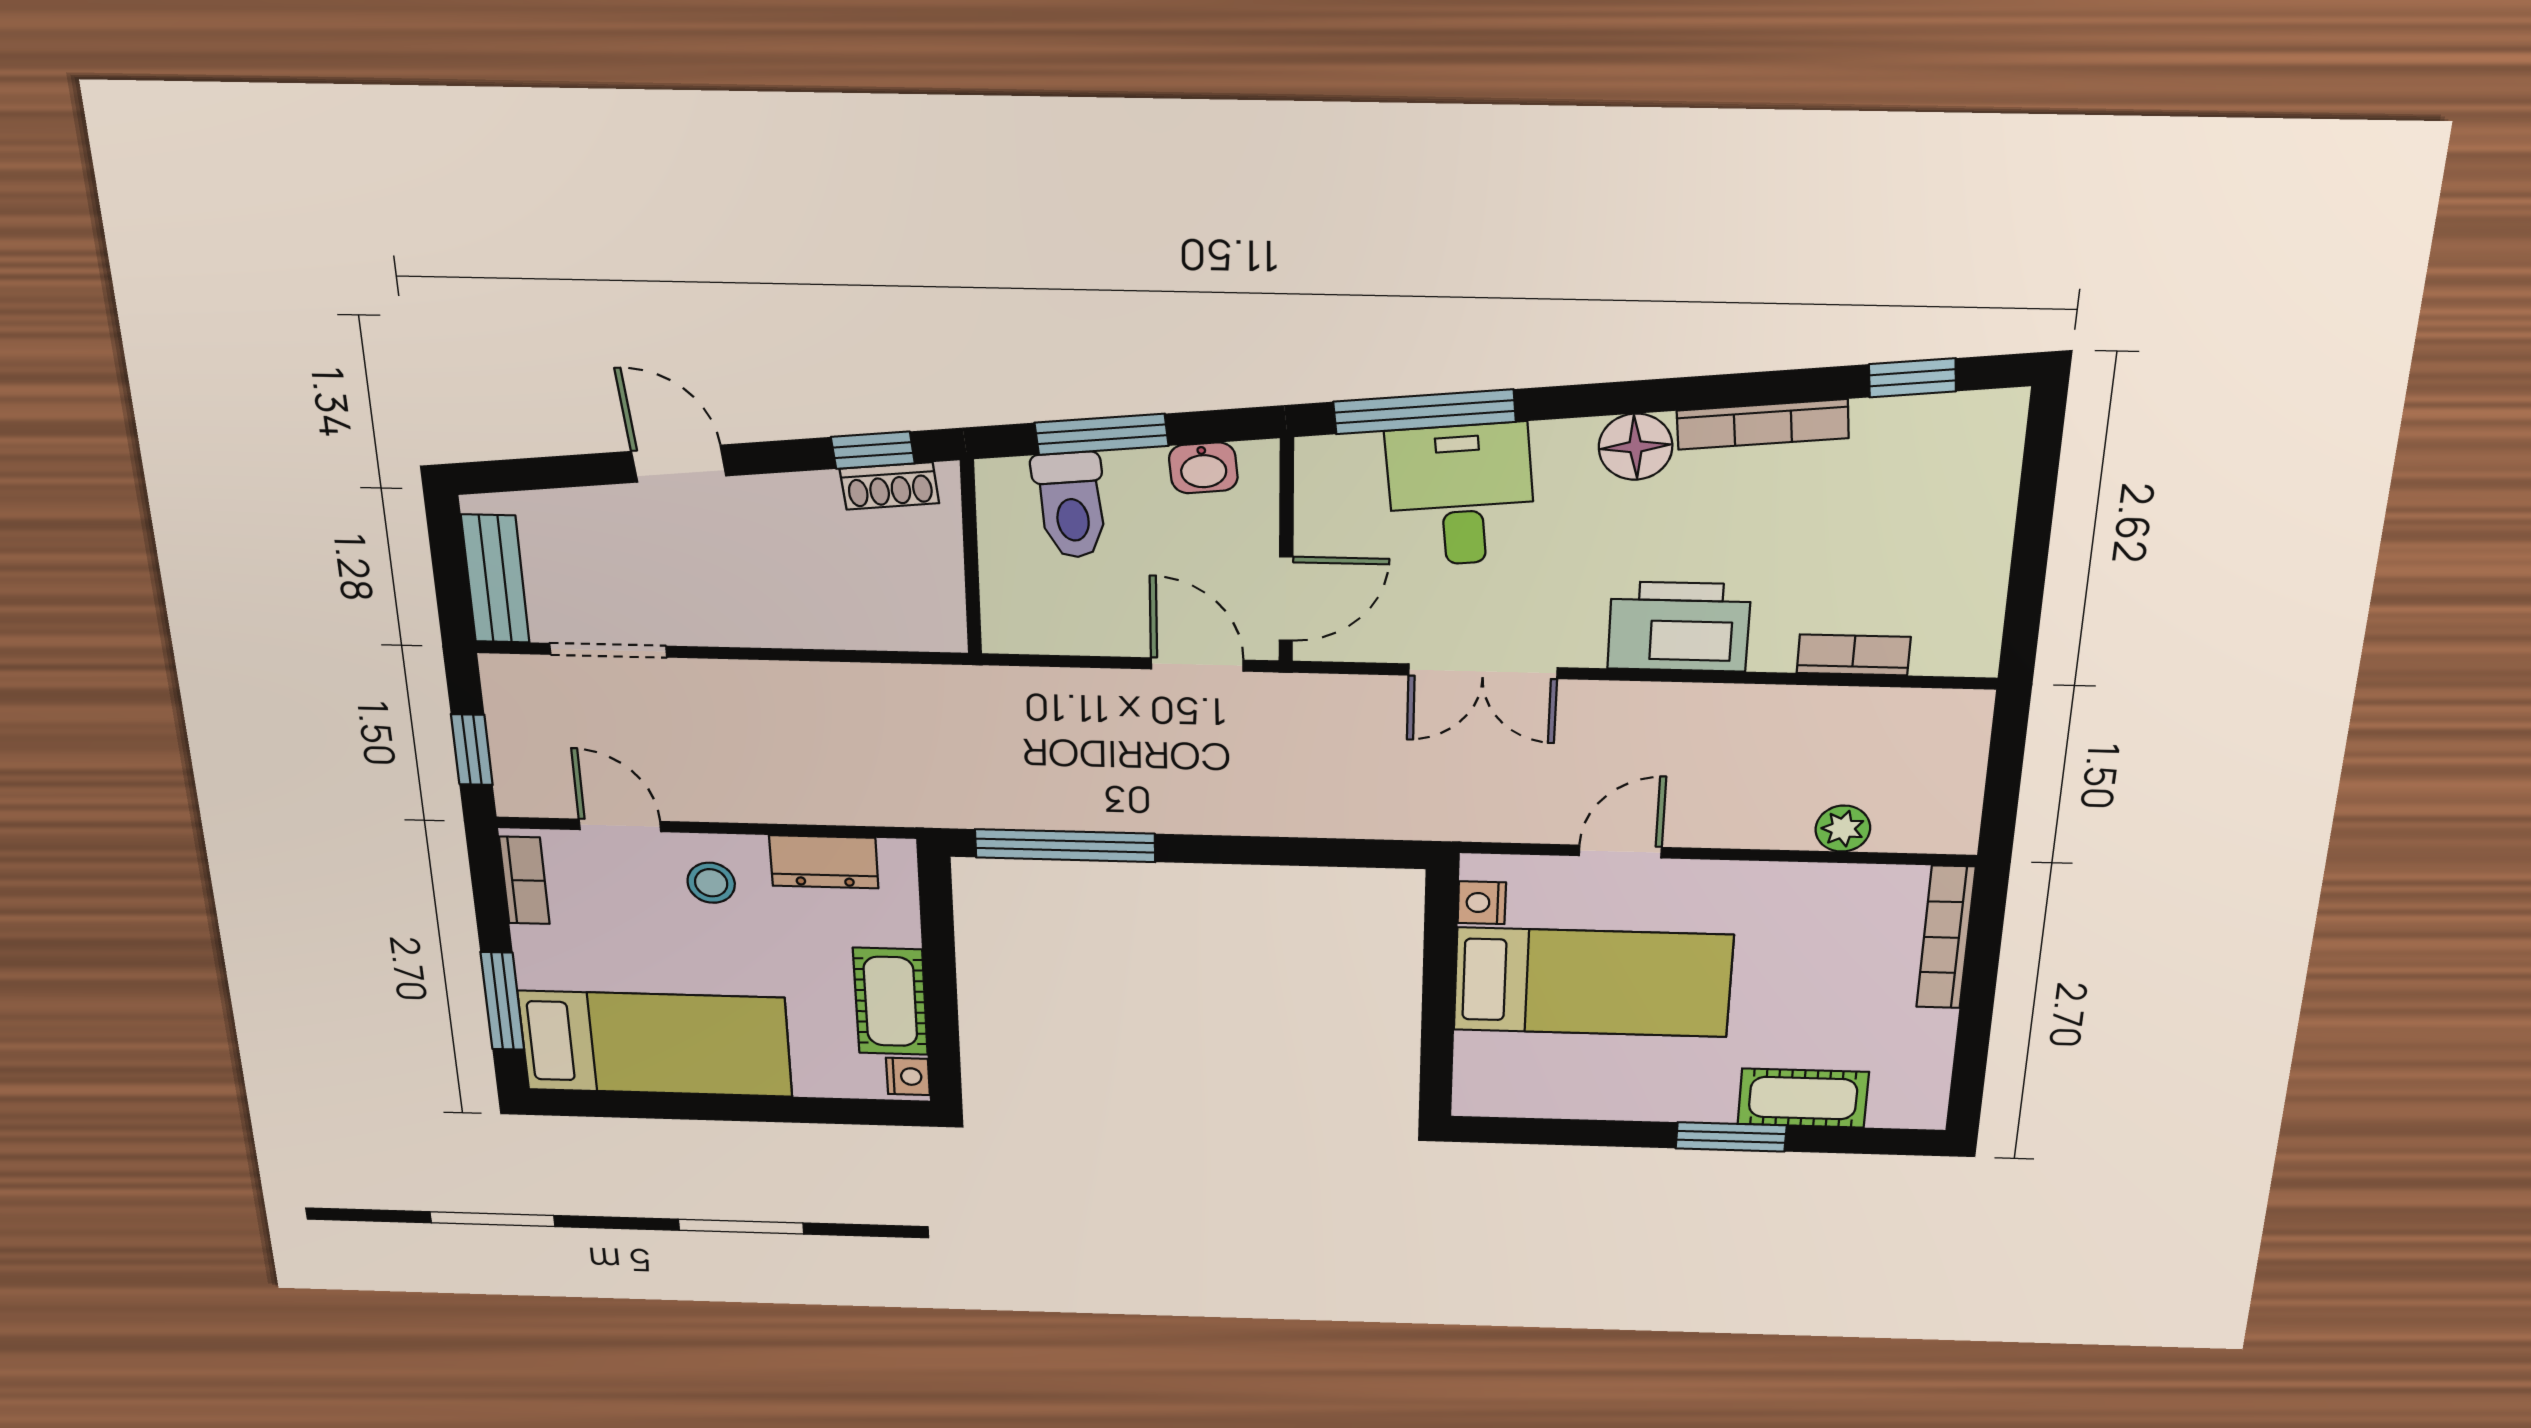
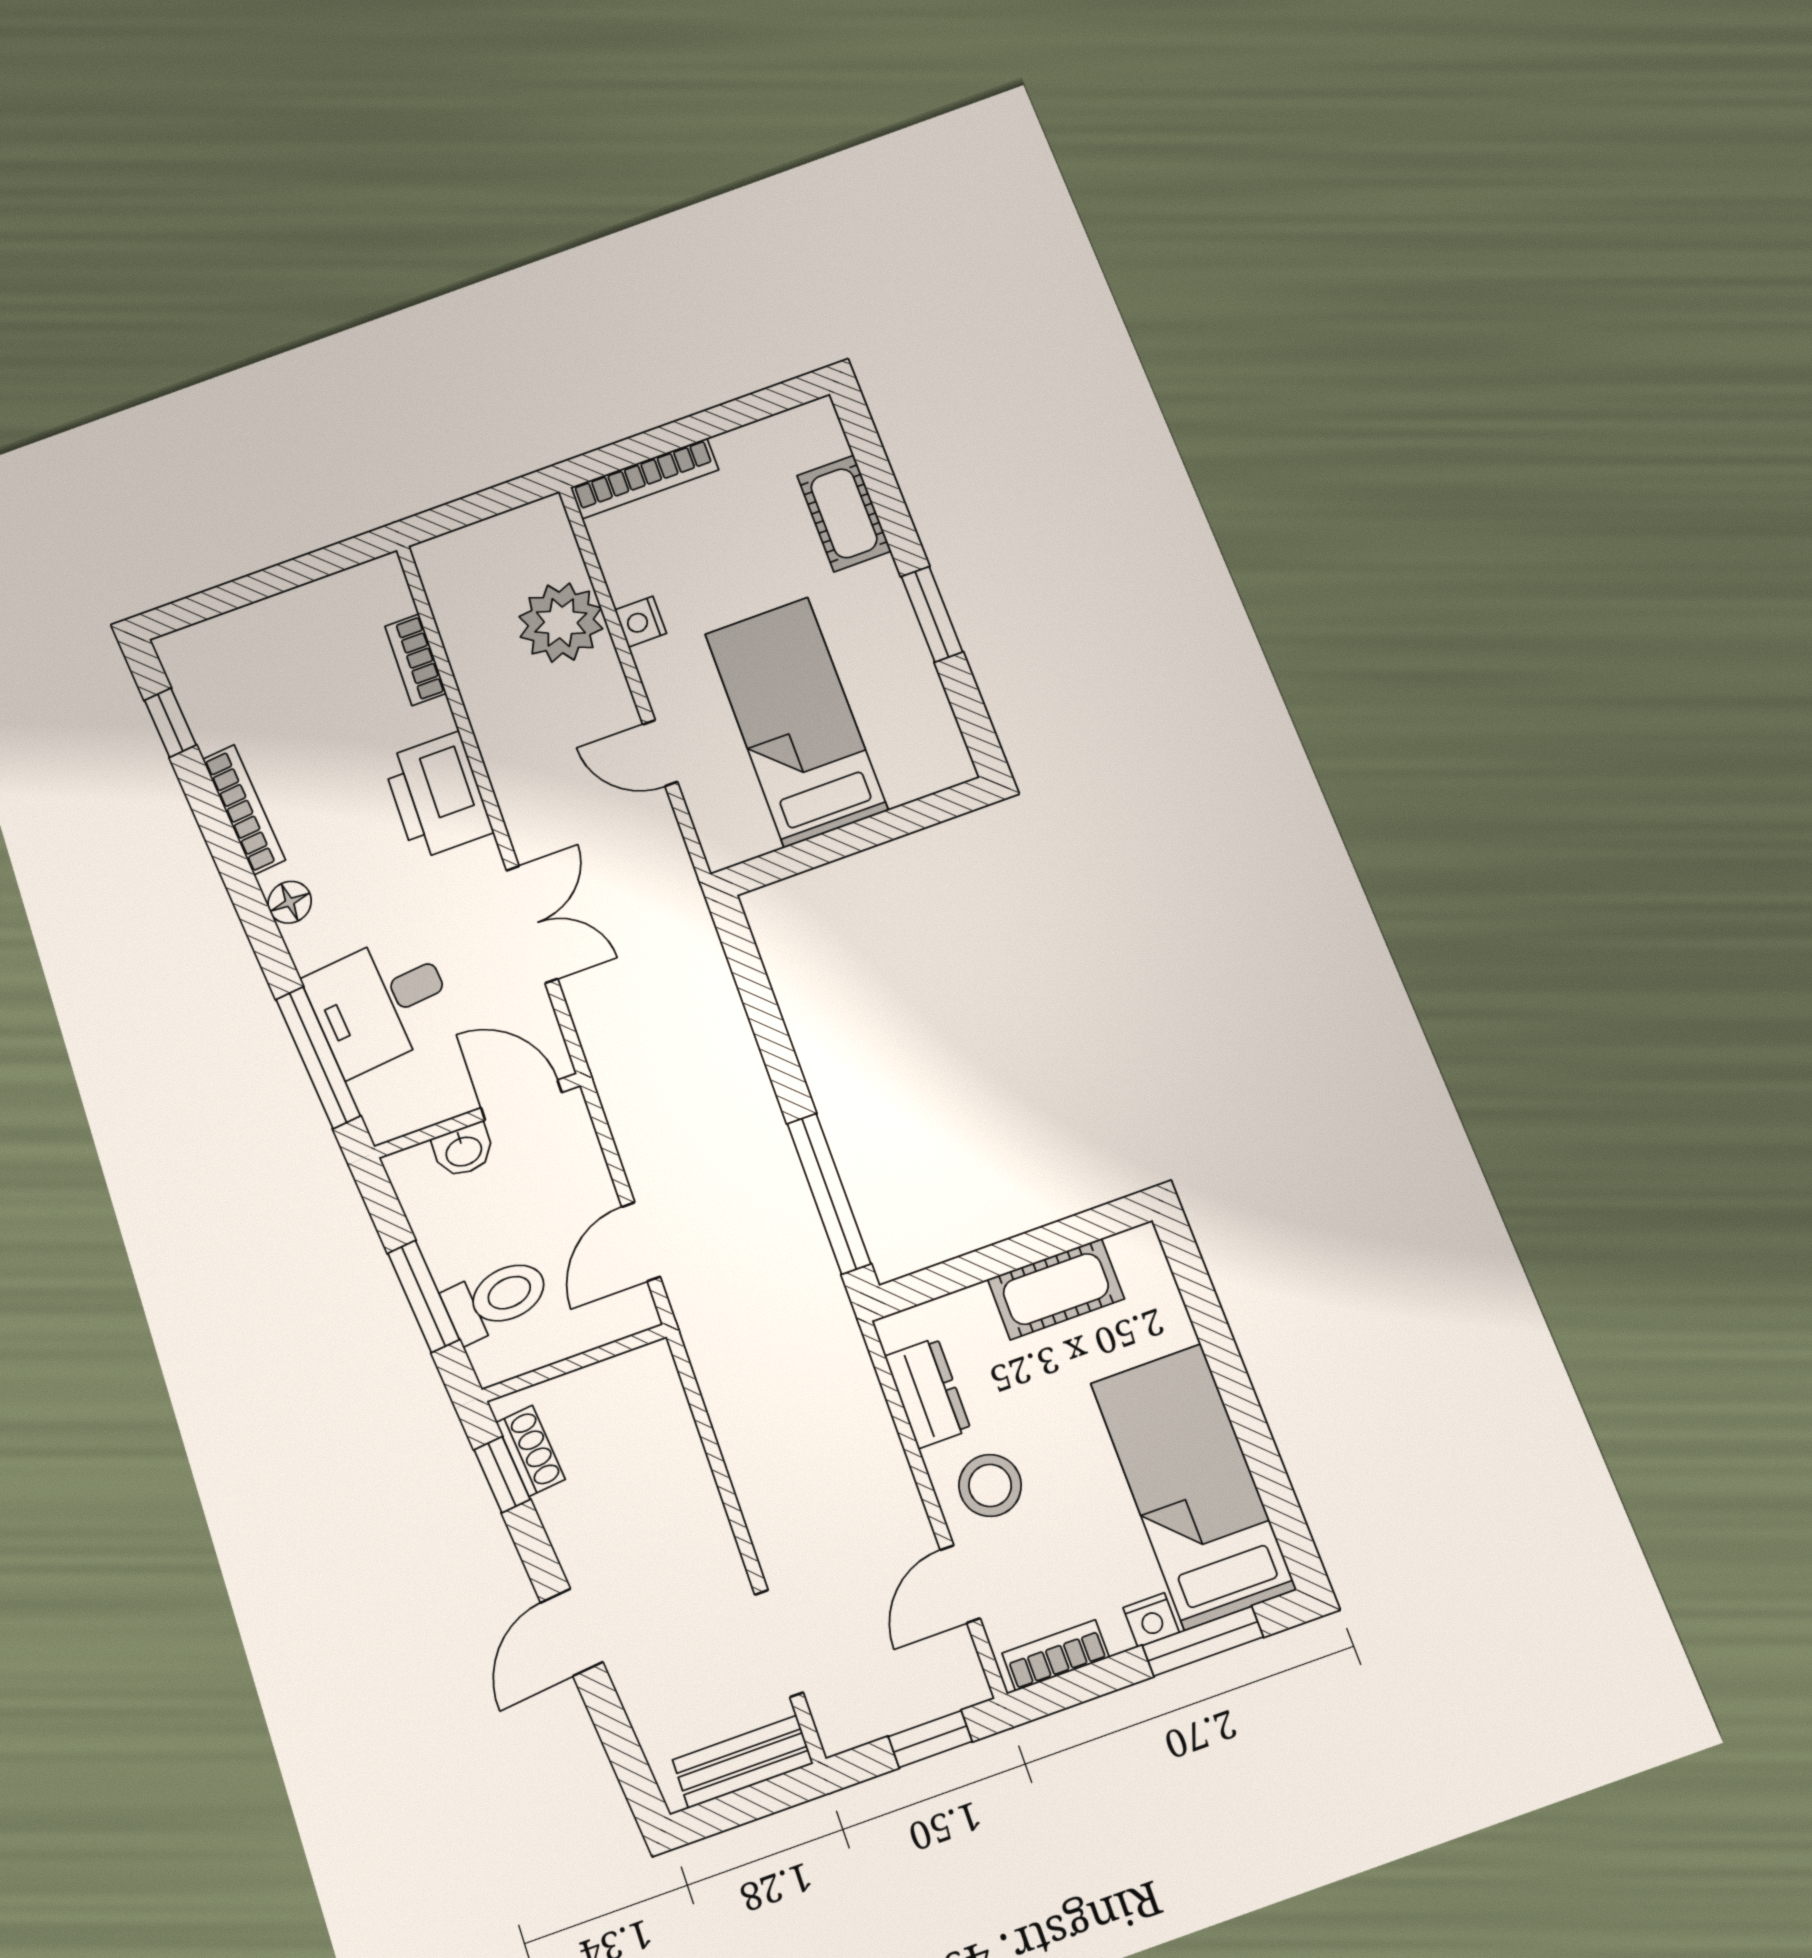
floor lamp: (1635, 447) -> (290, 902), width x0.73, depth x0.73
washbasin: (1203, 468) -> (463, 1150), moved, turned 96
door: (1197, 664) -> (641, 1242), moved
plant: (1843, 829) -> (561, 623), width x1.88, depth x1.88
stool: (711, 883) -> (990, 1485), width x1.37, depth x1.37
nightstand: (1482, 903) -> (641, 622), moved, turned 90
nightstand: (908, 1076) -> (1151, 1620), moved, turned 180
window: (1731, 1137) -> (932, 614), moved

